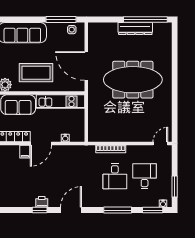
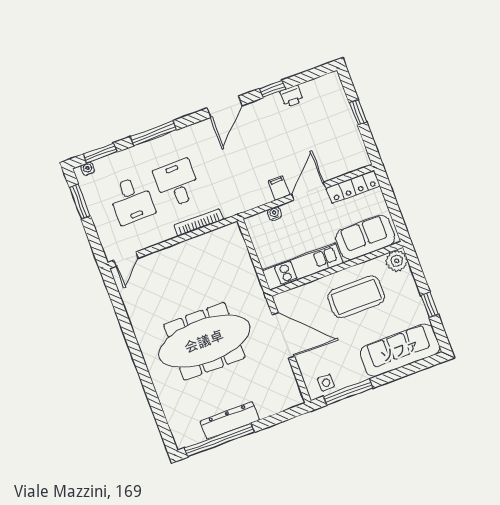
filing cabinet: (25, 152) -> (279, 188), moved
printer: (42, 202) -> (292, 96), moved

